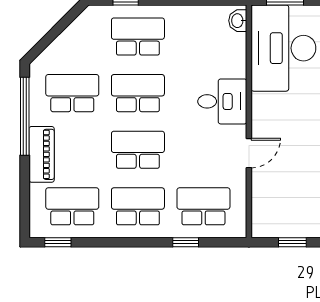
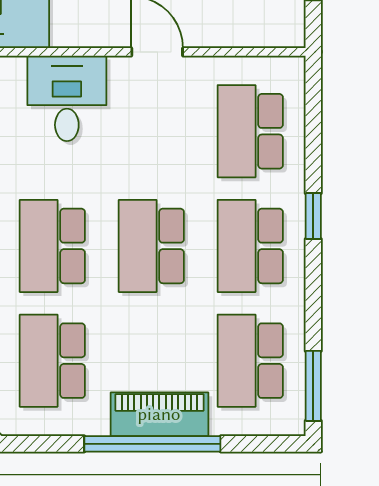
window: (25, 116) -> (152, 444), moved
window: (58, 242) -> (313, 386), width x1.50
window: (186, 242) -> (313, 216), moved

